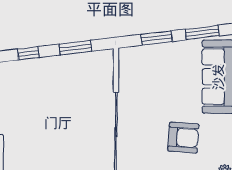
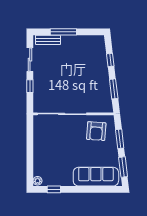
armchair: (183, 138) -> (96, 131), moved

